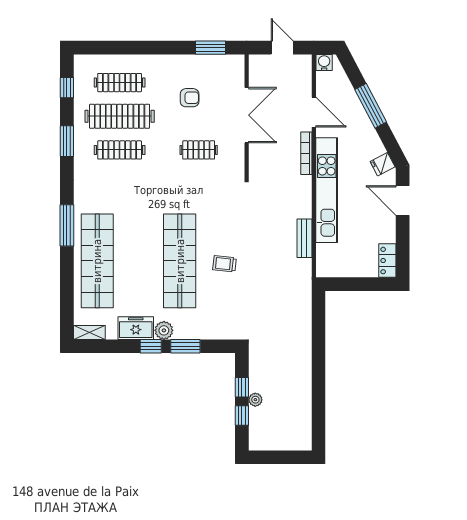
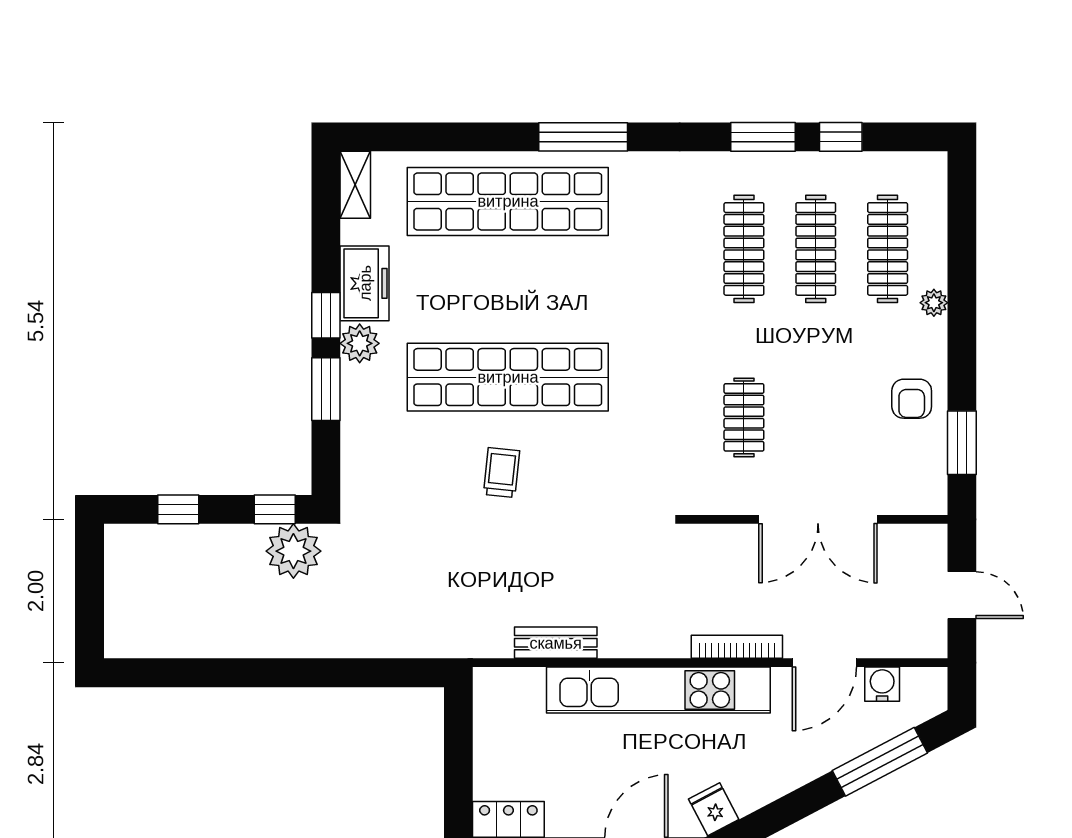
door: (282, 48) -> (962, 595), hinge flipped
plant: (145, 61) -> (934, 303), added
water cooler: (324, 62) -> (882, 684), moved, turned -90
window: (67, 88) -> (841, 137), moved
armchair: (190, 98) -> (912, 399), moved
window: (371, 106) -> (880, 762), moved
clothes rail: (120, 116) -> (816, 249), width x0.73, depth x0.76
window: (242, 387) -> (275, 509), moved
plant: (255, 400) -> (293, 551), moved, width x1.88, depth x1.88

